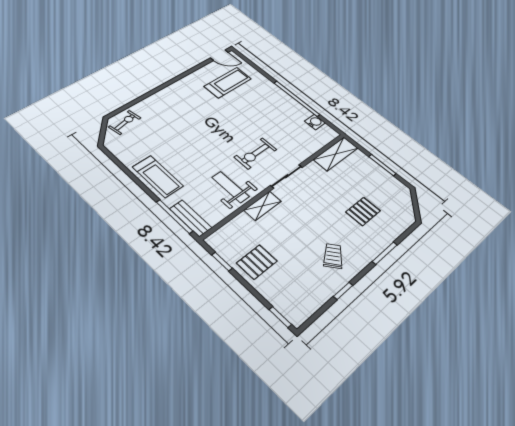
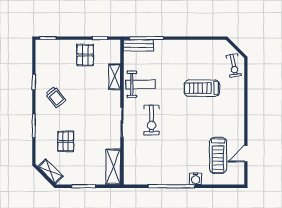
door: (219, 55) -> (246, 154), moved
water cooler: (315, 122) -> (195, 179), moved
exercise bike: (255, 153) -> (152, 120), turned 180
treadmill: (158, 176) -> (202, 88), moved
shelving: (406, 203) -> (50, 171), added
shelving: (263, 206) -> (115, 77), moved

